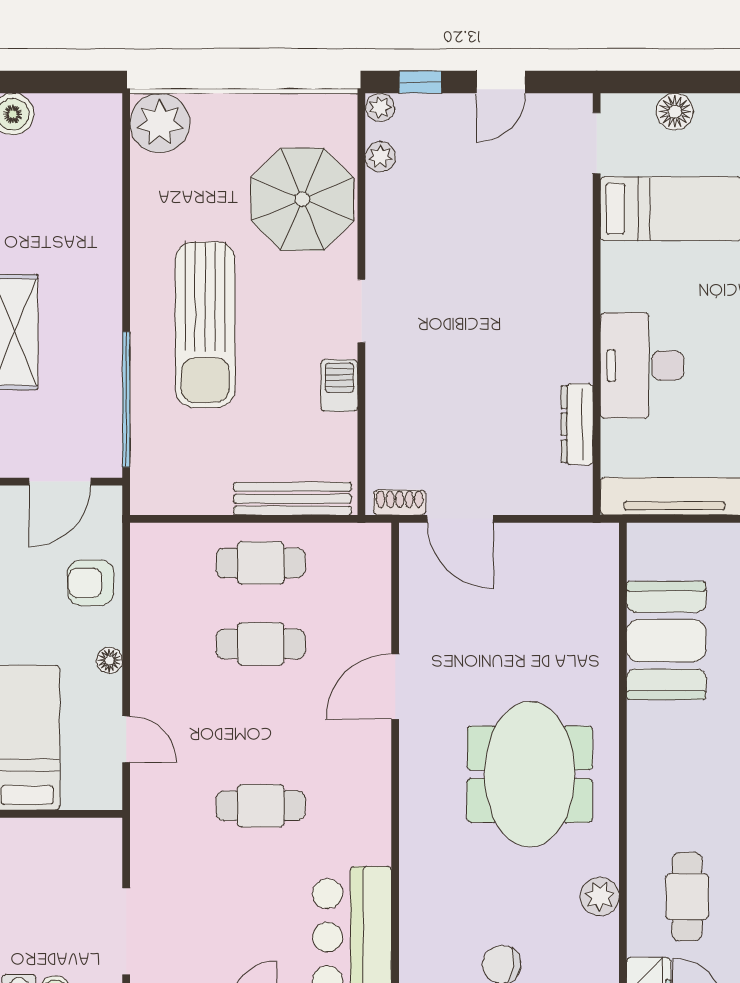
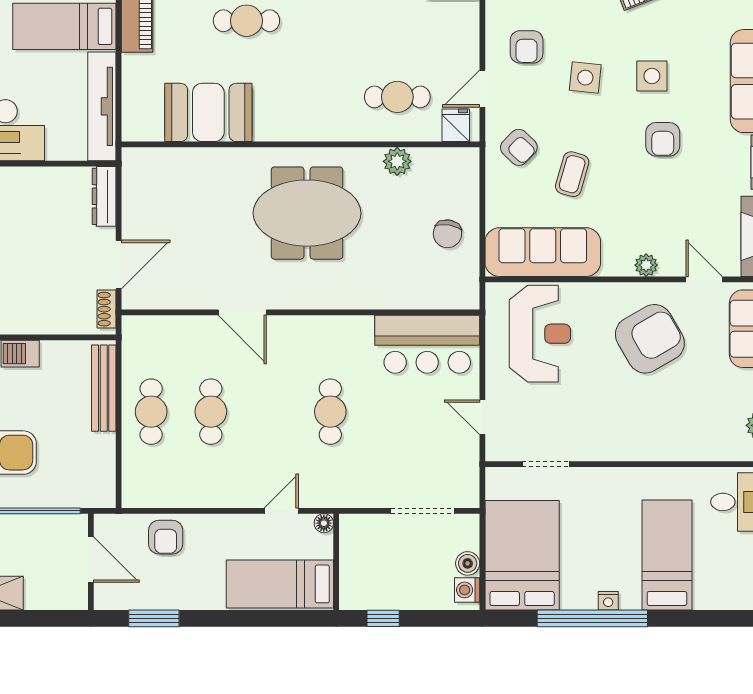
dresser: (577, 424) -> (104, 196), moved, turned 90
floor lamp: (109, 660) -> (324, 523), moved

